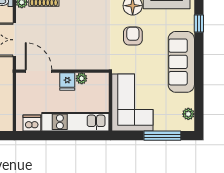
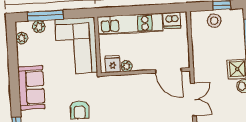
sofa: (181, 62) -> (31, 88), width x0.73
fridge: (67, 81) -> (113, 64), moved
plant: (170, 125) -> (39, 26), added

